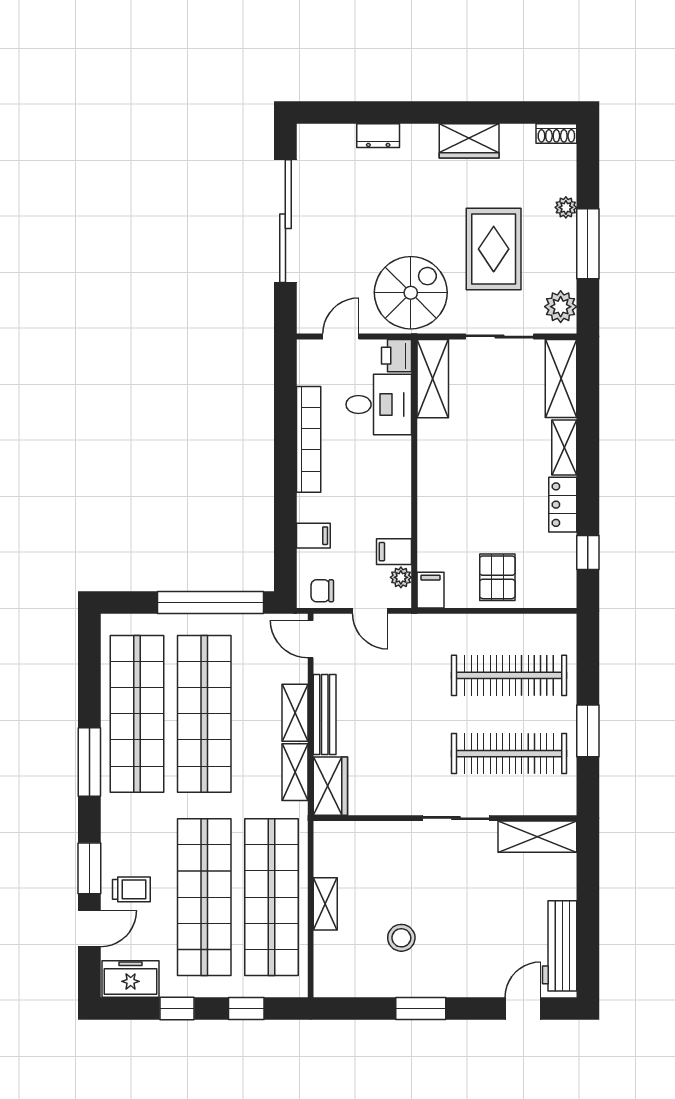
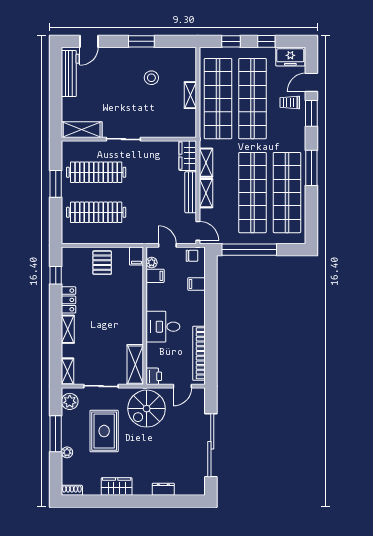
shelving: (561, 378) -> (68, 371), width x0.67, depth x0.75
desk: (379, 404) -> (163, 327), moved
bookcase: (309, 439) -> (199, 353), moved

